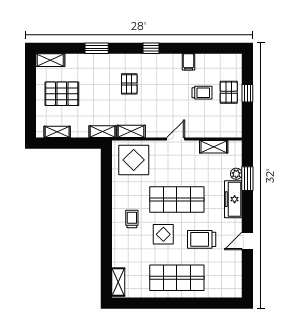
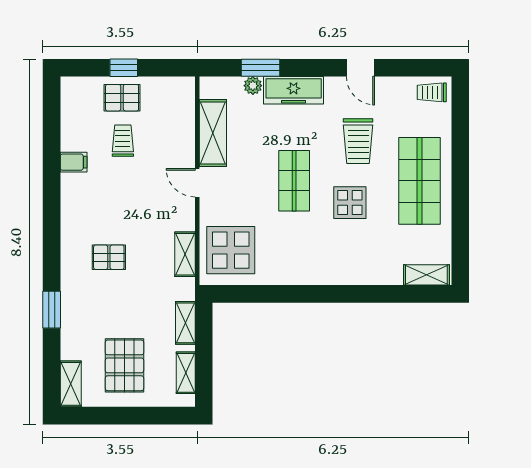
window: (151, 48) -> (52, 222), removed
shelving: (103, 132) -> (185, 323), moved
shelving: (214, 147) -> (213, 133), width x1.50, depth x1.33
shop shelf: (177, 200) -> (294, 181), width x0.70, depth x0.74
trolley: (132, 219) -> (432, 92), moved

